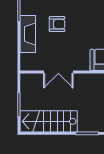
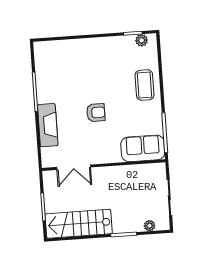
armchair: (57, 24) -> (96, 113), moved
double door: (58, 72) -> (74, 167), moved

